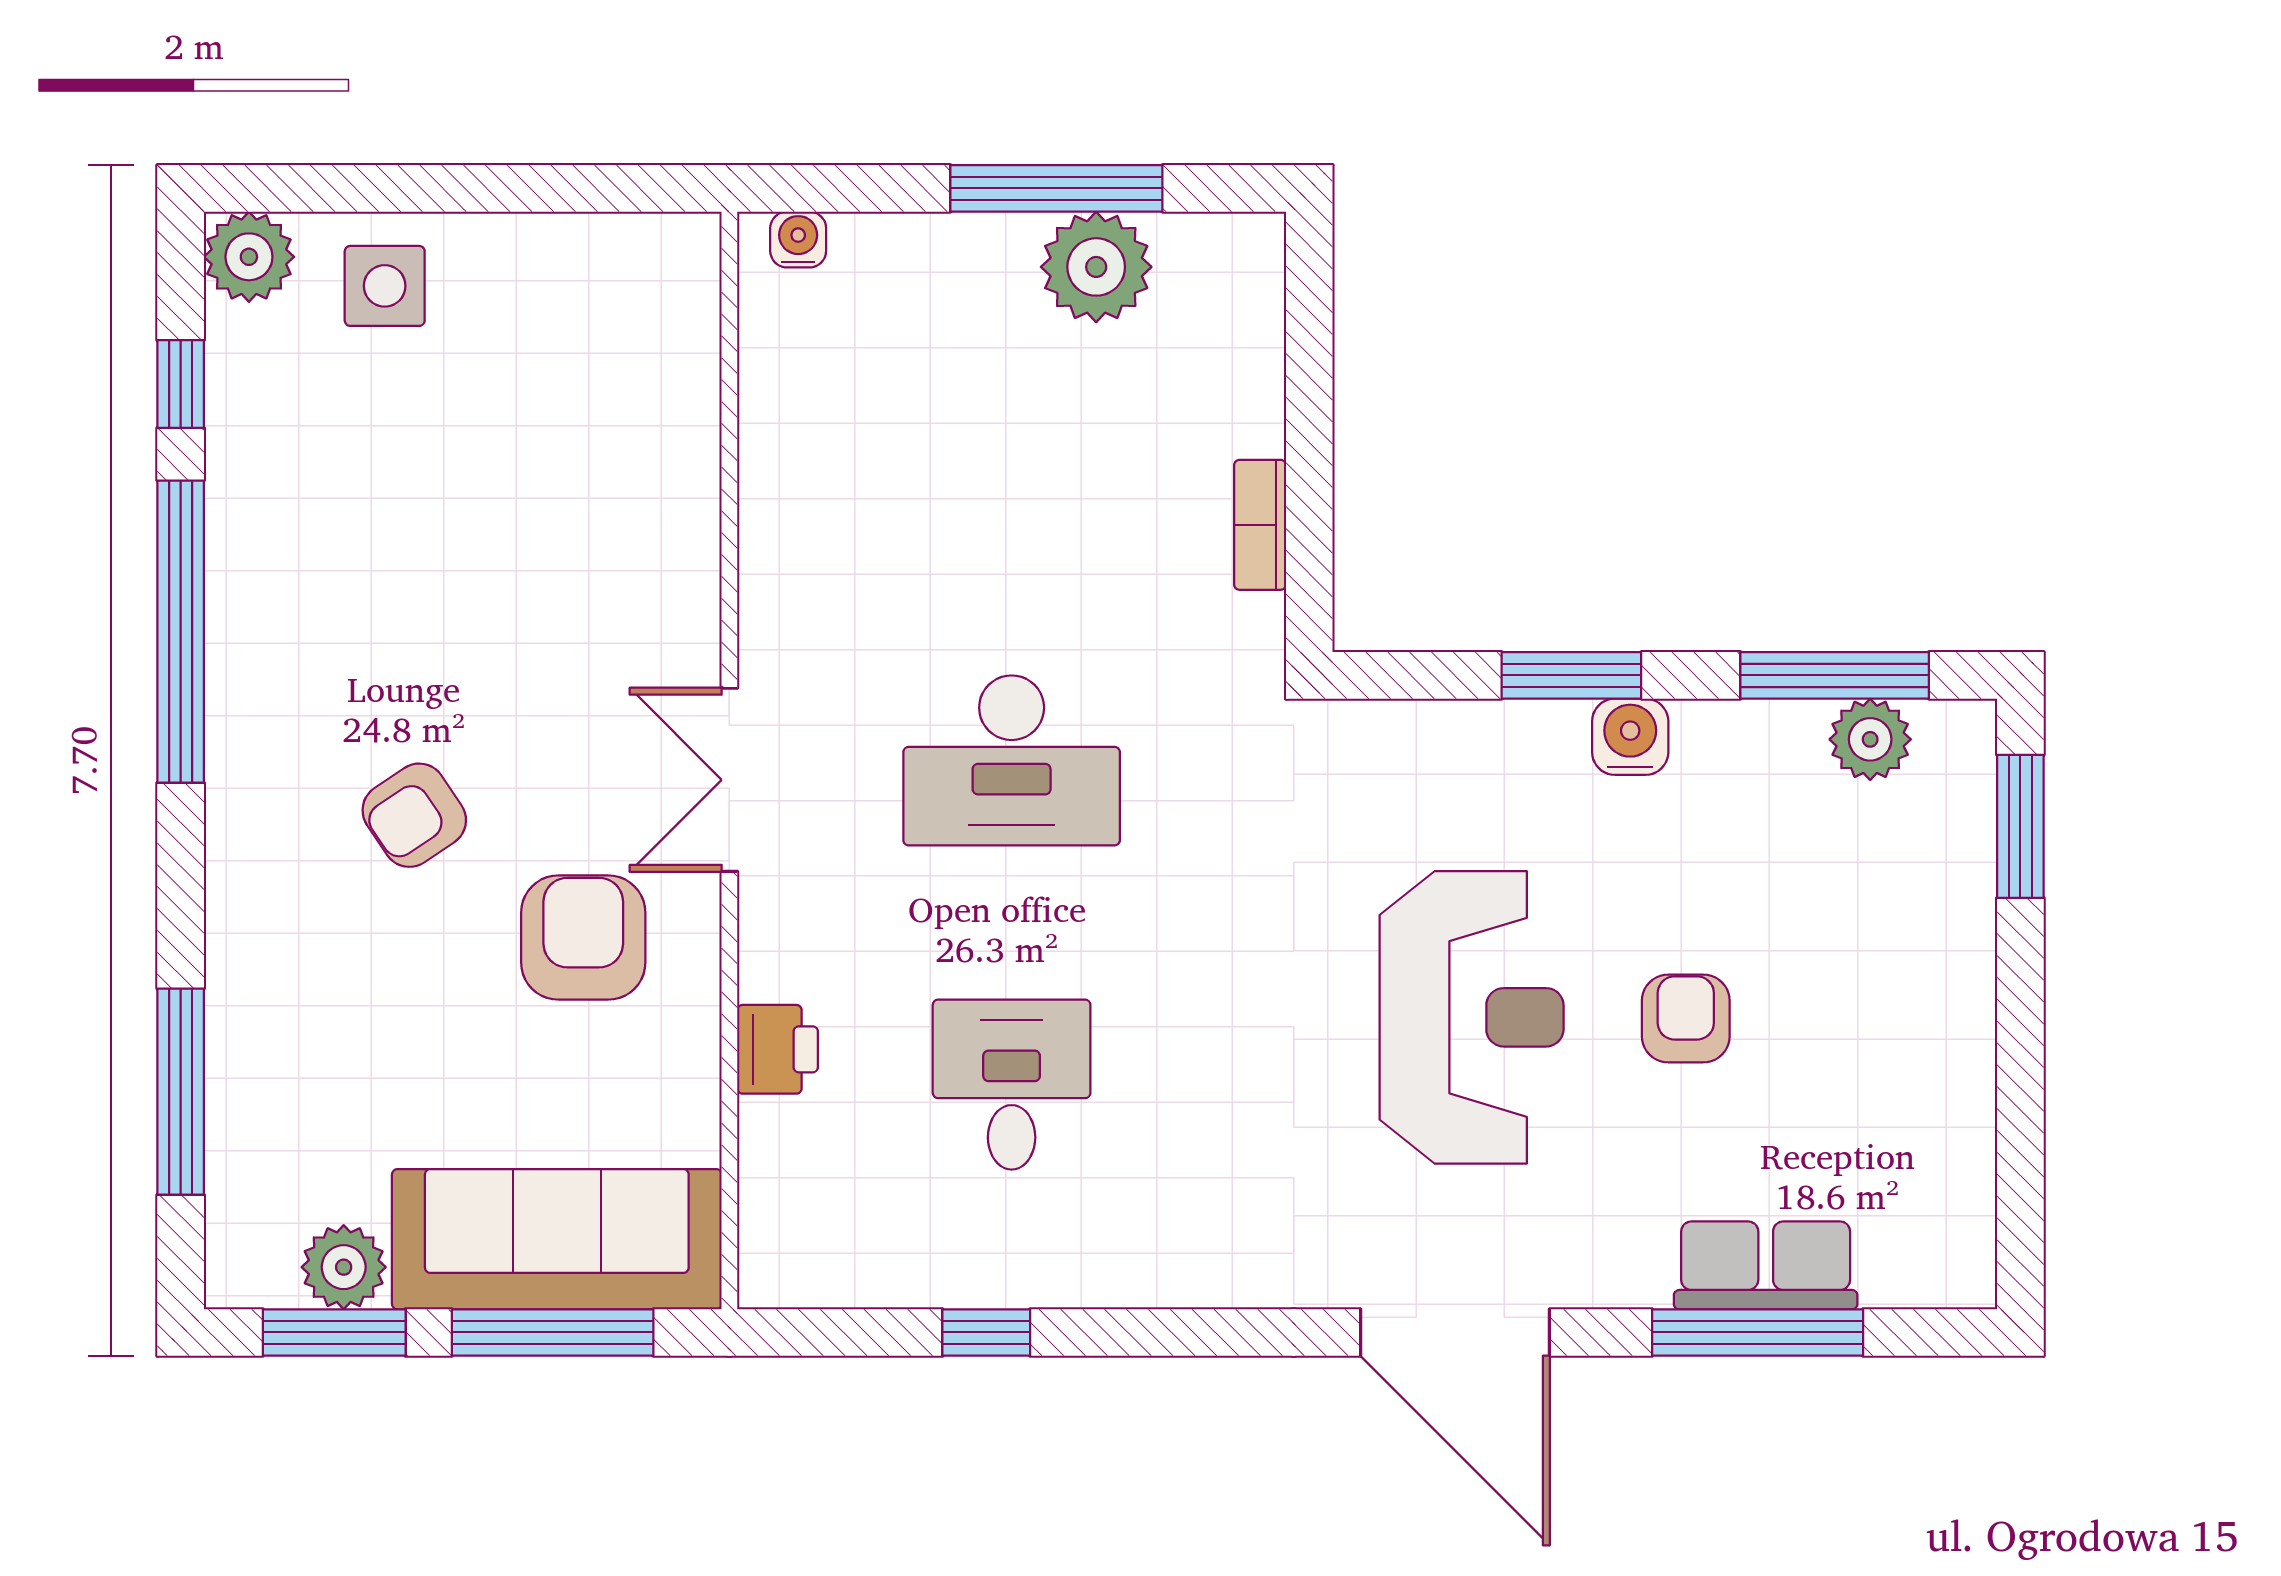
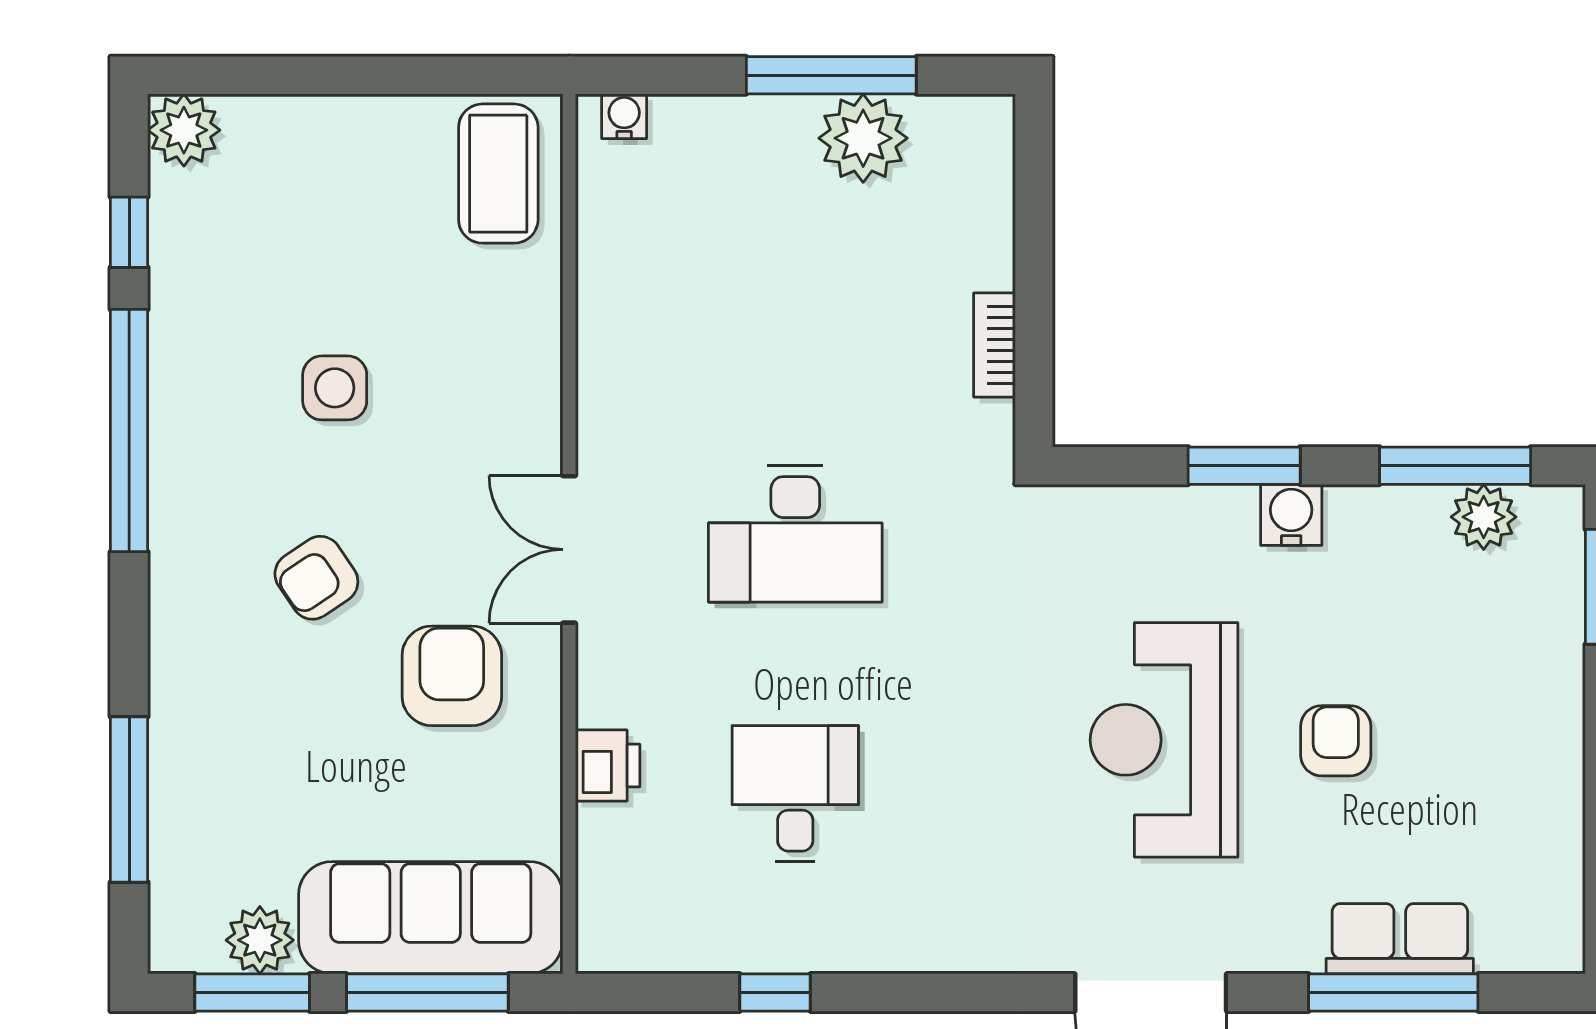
side table: (385, 286) -> (335, 388), moved
coffee table: (641, 311) -> (498, 174), added
reception desk: (1472, 1017) -> (1164, 740), turned 180

